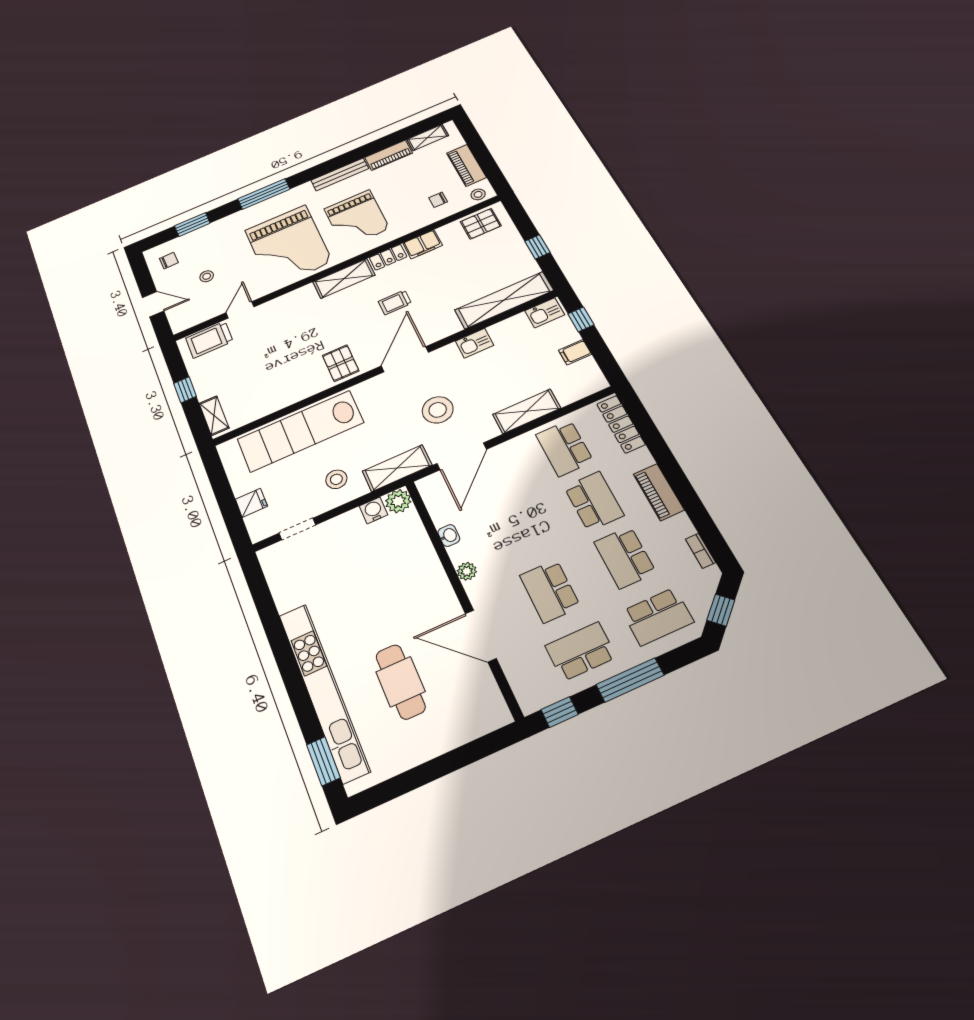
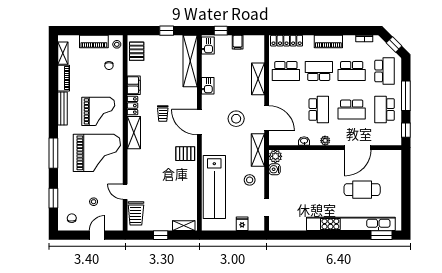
school desk: (521, 534) -> (319, 110), added

